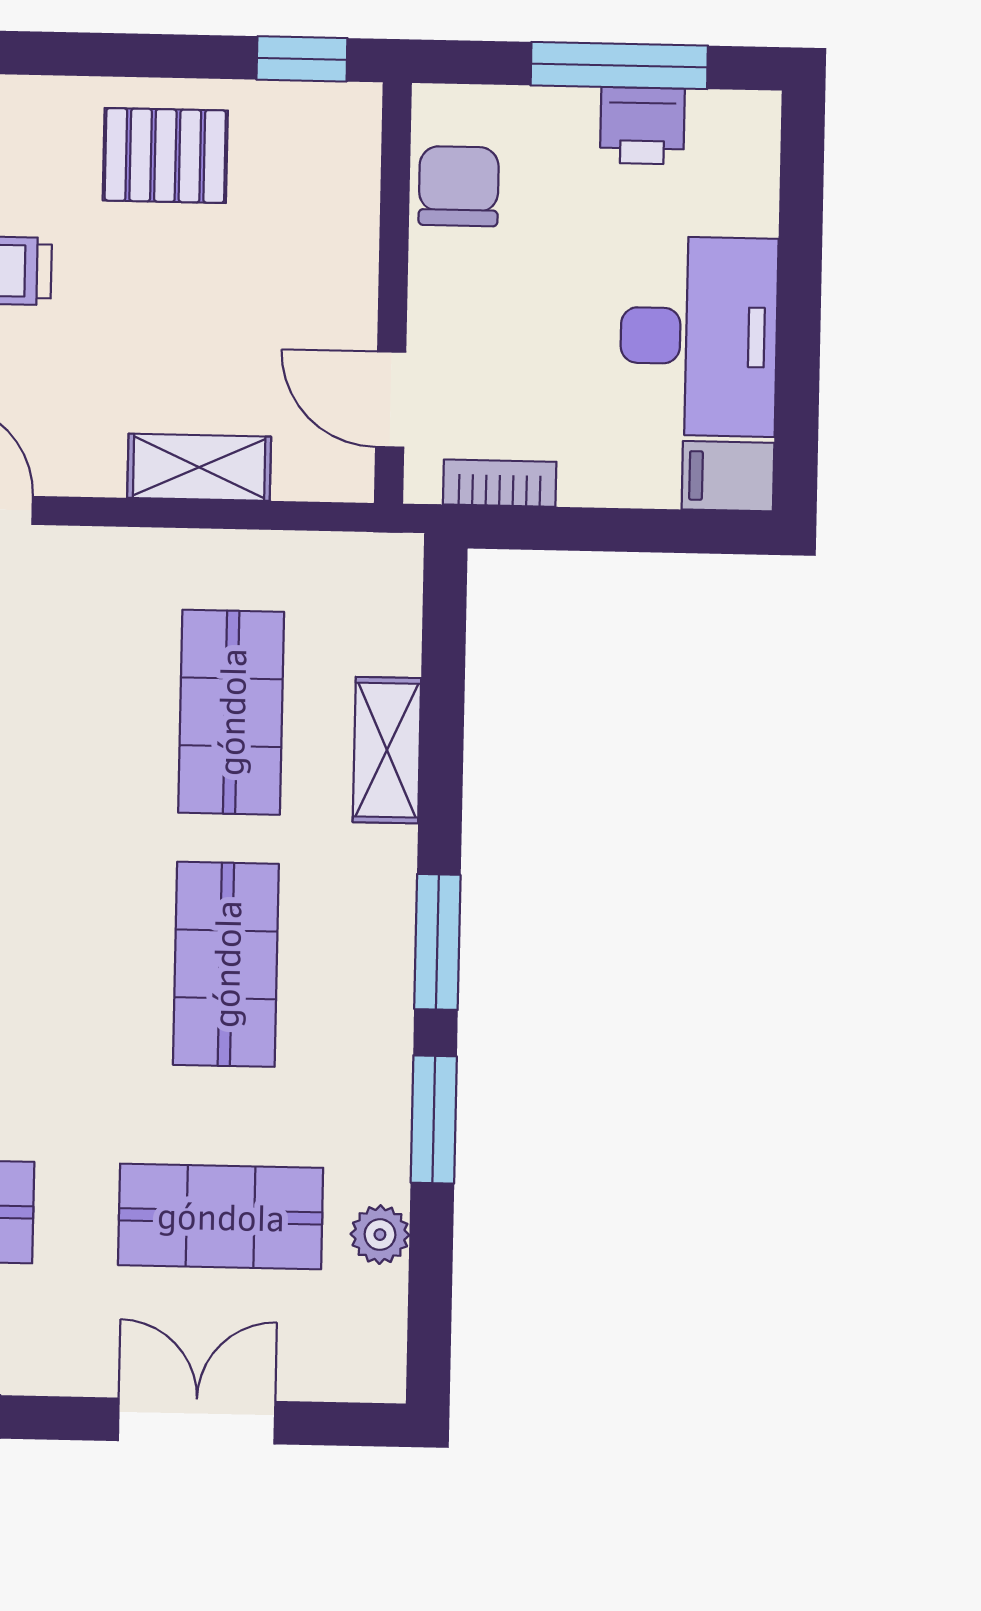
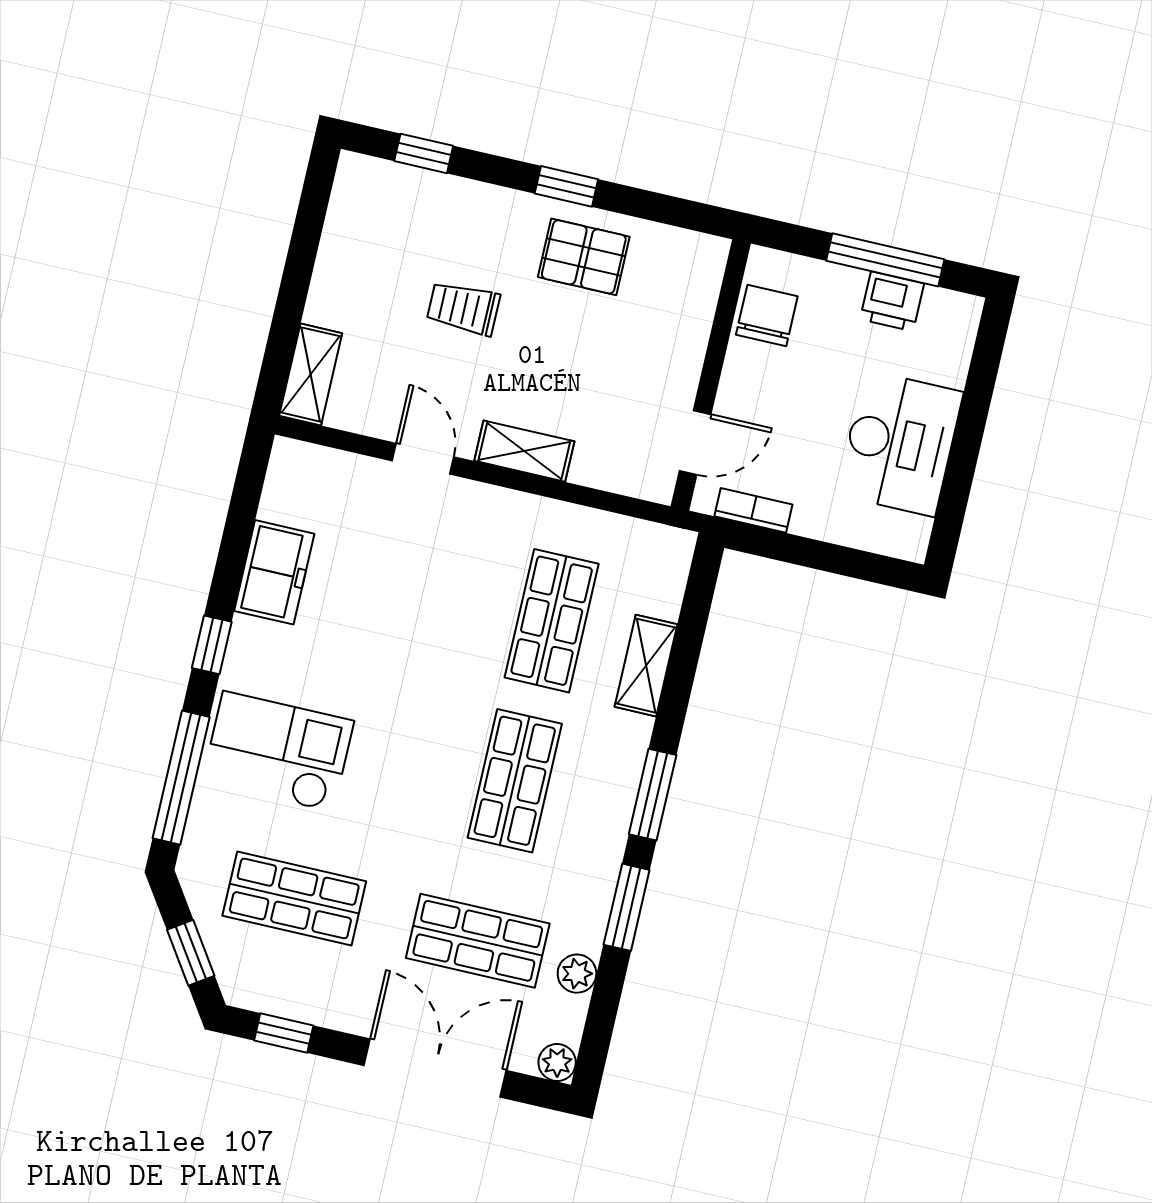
window: (302, 59) -> (566, 186), moved
door: (391, 399) -> (695, 442), swing flipped
shelving: (199, 467) -> (524, 451), moved
filing cabinet: (728, 476) -> (900, 536), removed
plant: (378, 1374) -> (557, 1063), added
double door: (197, 1421) -> (435, 1068), width x1.37

